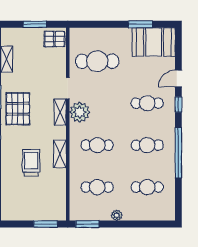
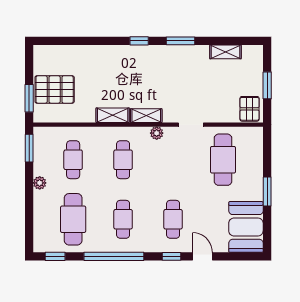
window: (140, 24) -> (267, 191), moved
pallet: (18, 109) -> (55, 89), moved
shelving: (60, 112) -> (146, 116), moved
plant: (80, 112) -> (157, 133), width x0.53, depth x0.53
trolley: (31, 163) -> (102, 81), removed
cafe table: (147, 187) -> (73, 219), width x1.37, depth x1.35
window: (178, 202) -> (55, 256), added

